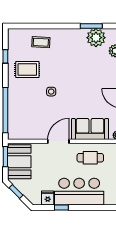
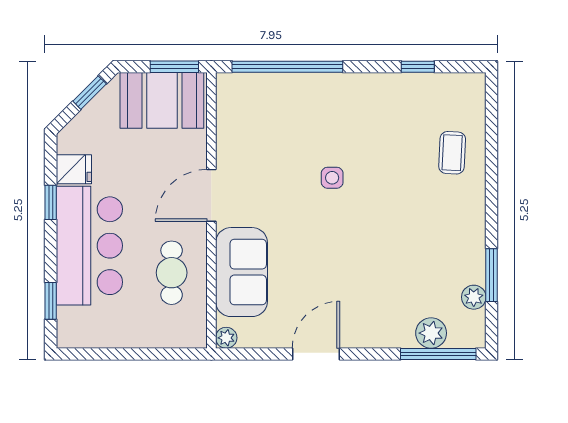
plant: (96, 38) -> (474, 297), width x0.53, depth x0.53
rug: (27, 69) -> (386, 120), removed
door: (58, 141) -> (211, 195), swing flipped
window: (102, 208) -> (51, 301), added

